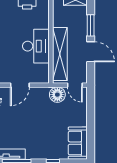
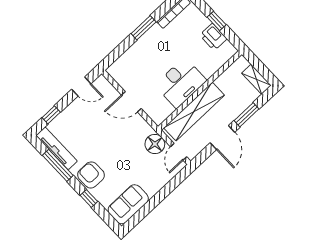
armchair: (40, 149) -> (91, 175), added

